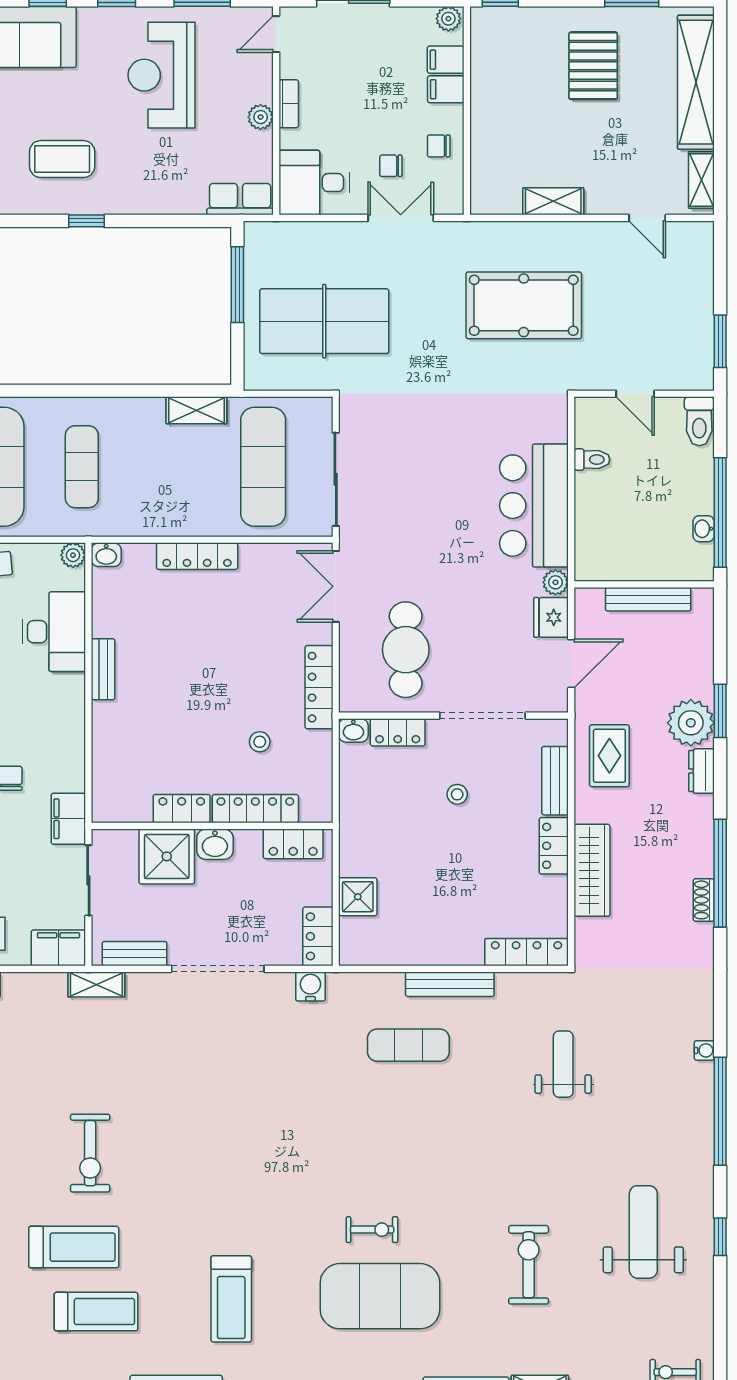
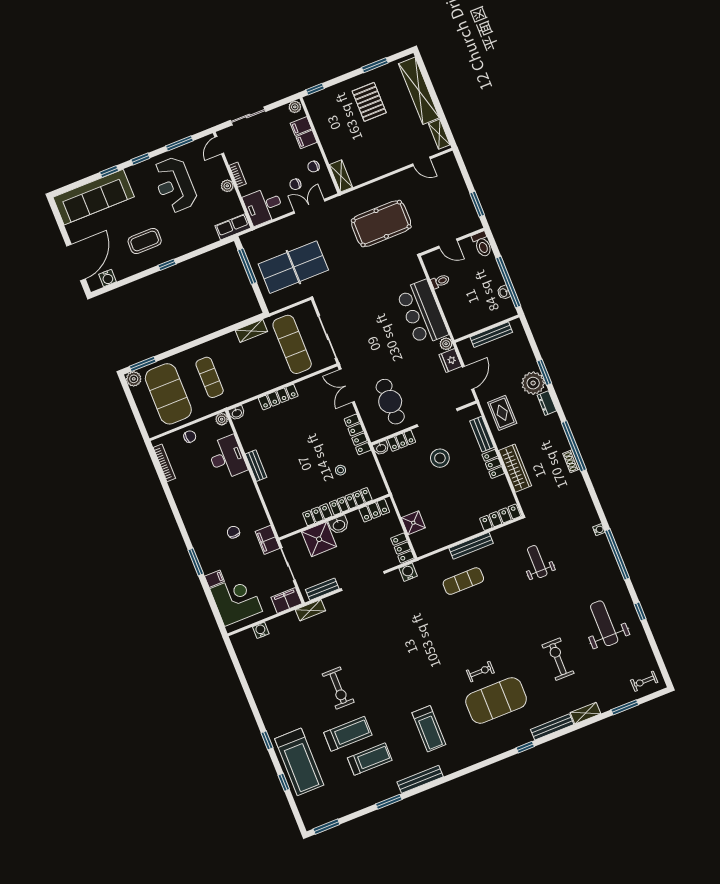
shelving: (553, 201) -> (341, 176), moved, turned 90
stool: (457, 794) -> (440, 458), width x1.89, depth x1.89

